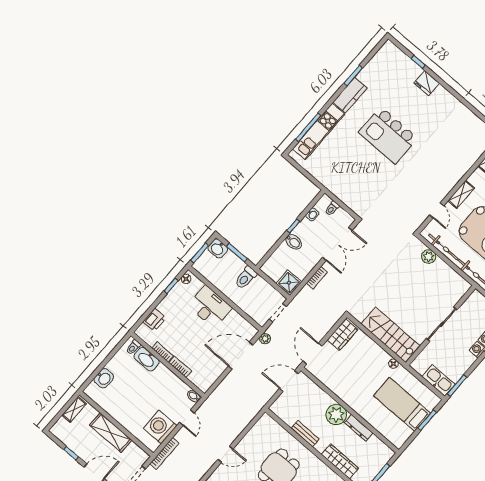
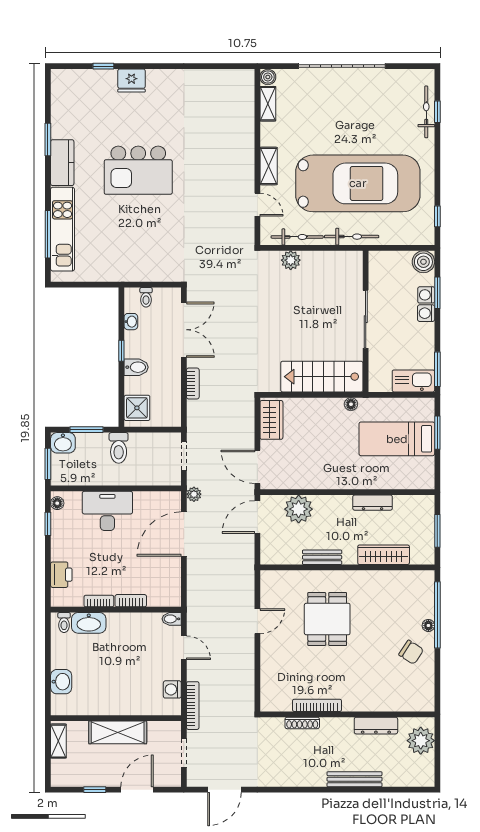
shower: (289, 283) -> (137, 408), moved
plant: (336, 415) -> (299, 509), moved
washing machine: (160, 427) -> (172, 689), width x0.53, depth x0.53
door: (226, 454) -> (257, 621), moved

